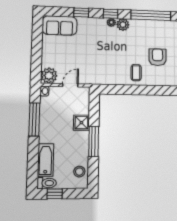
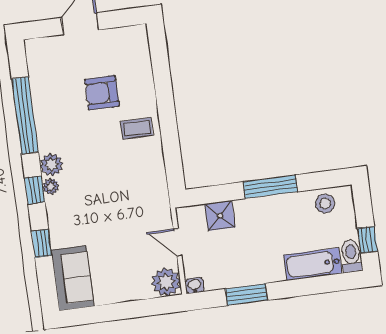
window: (34, 119) -> (246, 294), width x0.69
shower: (81, 123) -> (220, 216), moved

